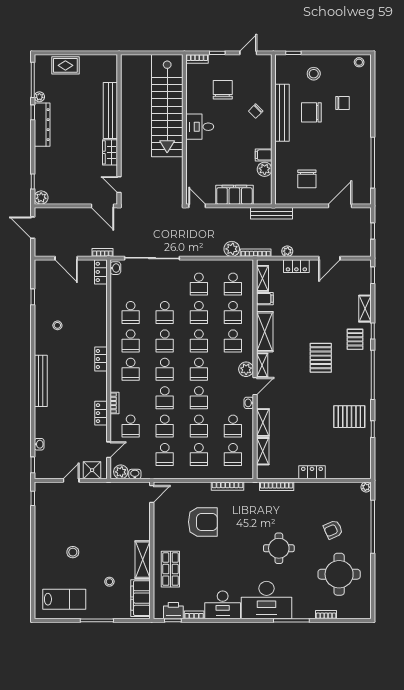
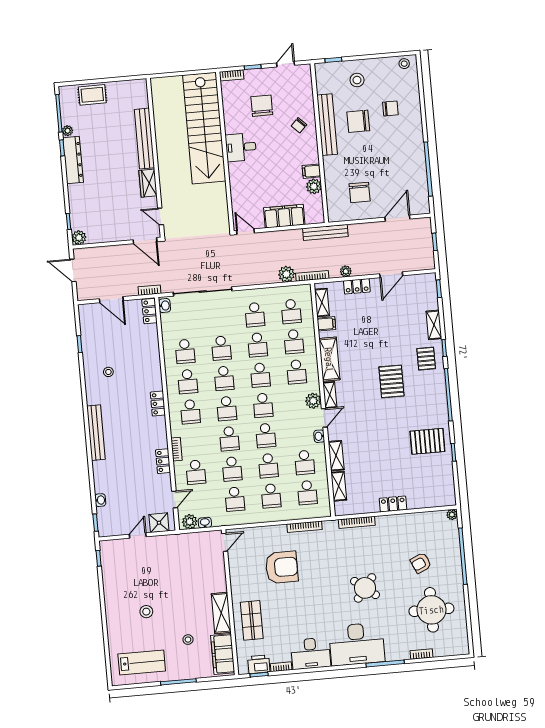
round table: (279, 548) -> (365, 588), turned 38

